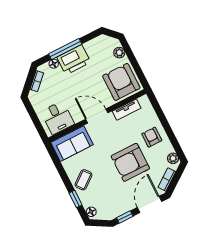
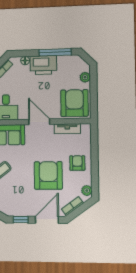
window: (65, 49) -> (55, 52), moved
armchair: (130, 162) -> (48, 175), turned 90

